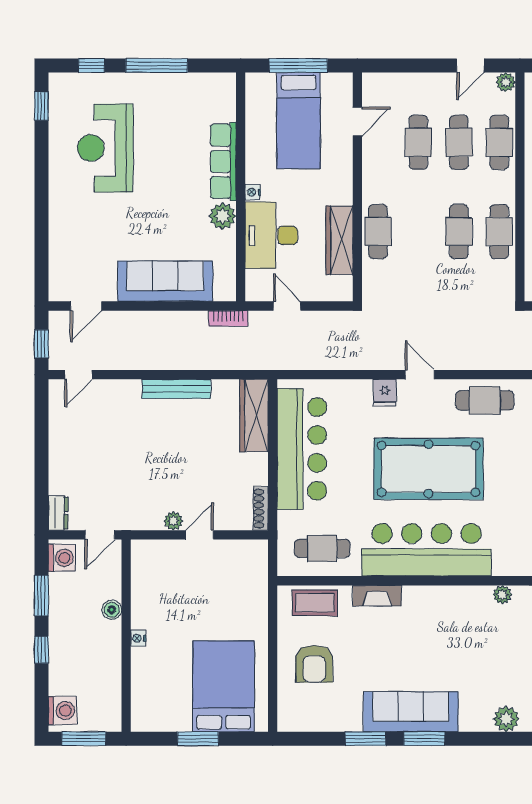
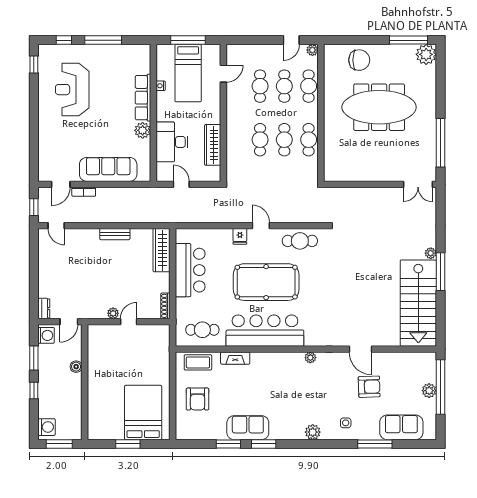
nightstand: (253, 192) -> (161, 86), moved
cafe table: (378, 232) -> (260, 140), moved
bookcase: (228, 318) -> (84, 192), moved
door: (78, 375) -> (56, 226), hinge flipped
bench: (176, 389) -> (115, 234), width x0.73
bar counter: (302, 449) -> (190, 270), width x0.73
nightstand: (138, 638) -> (92, 384), removed
sofa: (411, 712) -> (248, 428), width x0.73

